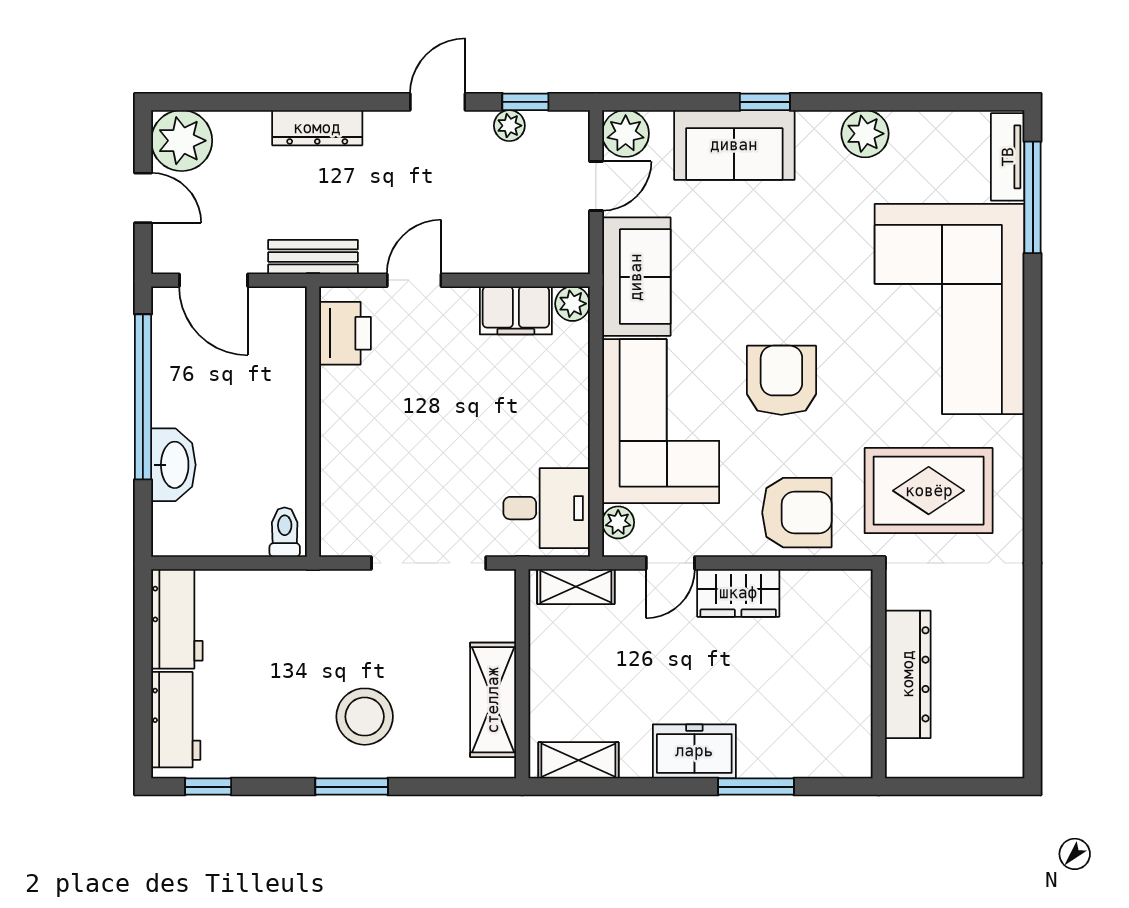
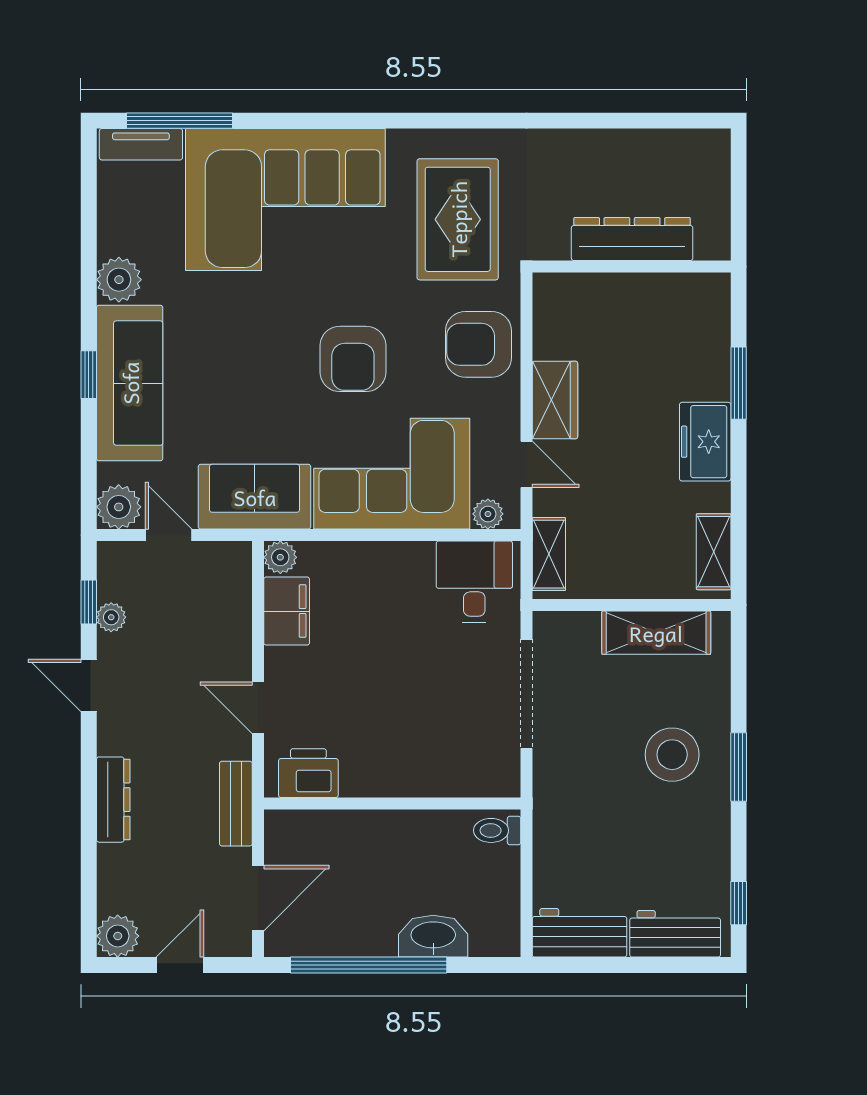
plant: (182, 141) -> (118, 936), width x0.73, depth x0.73
sofa: (734, 145) -> (130, 383), width x1.36
armchair: (781, 380) -> (353, 359), turned -90
armchair: (797, 513) -> (478, 344), turned -90

